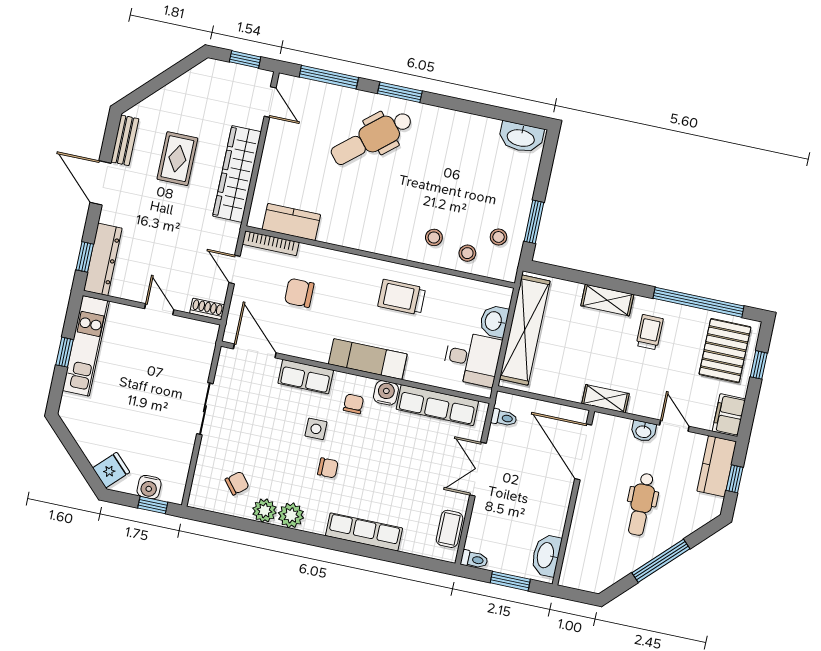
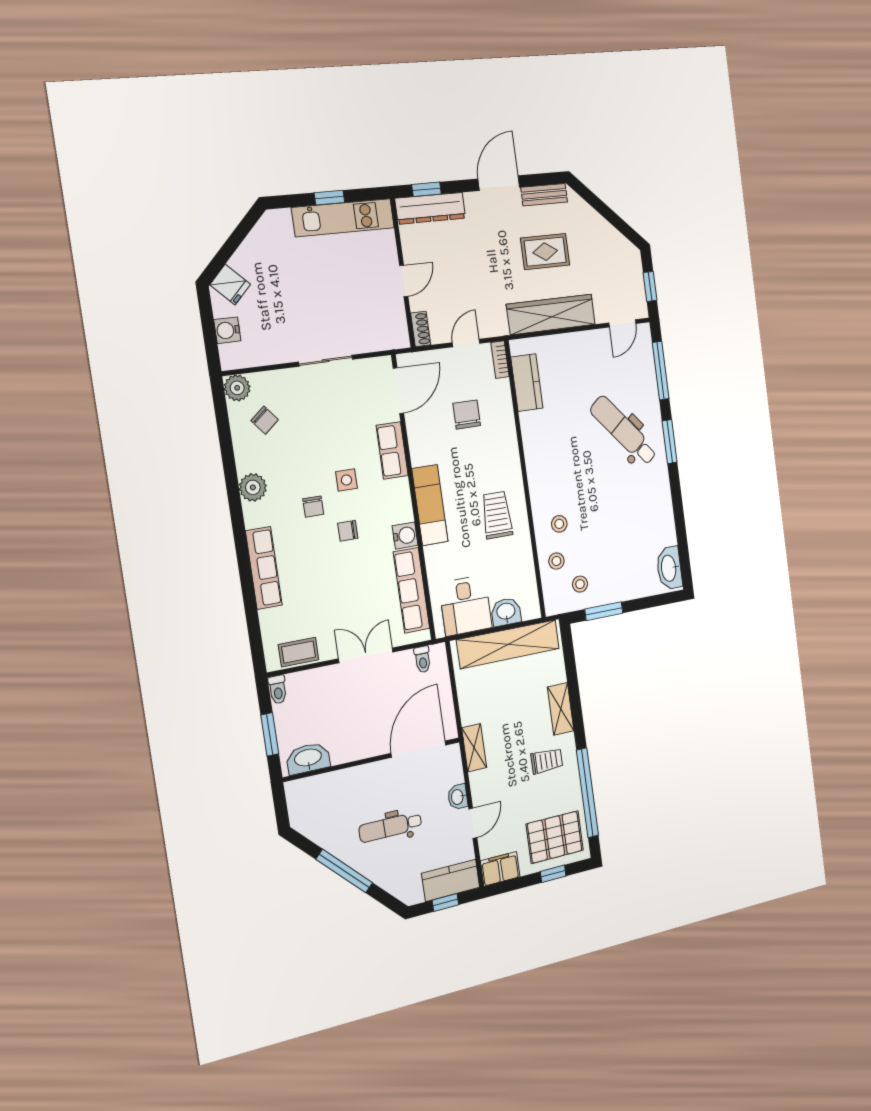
bookcase: (271, 243) -> (500, 360), width x0.64
chair: (353, 404) -> (348, 531), moved, turned 180
window: (153, 505) -> (210, 340), removed
plant: (264, 511) -> (237, 388), moved

